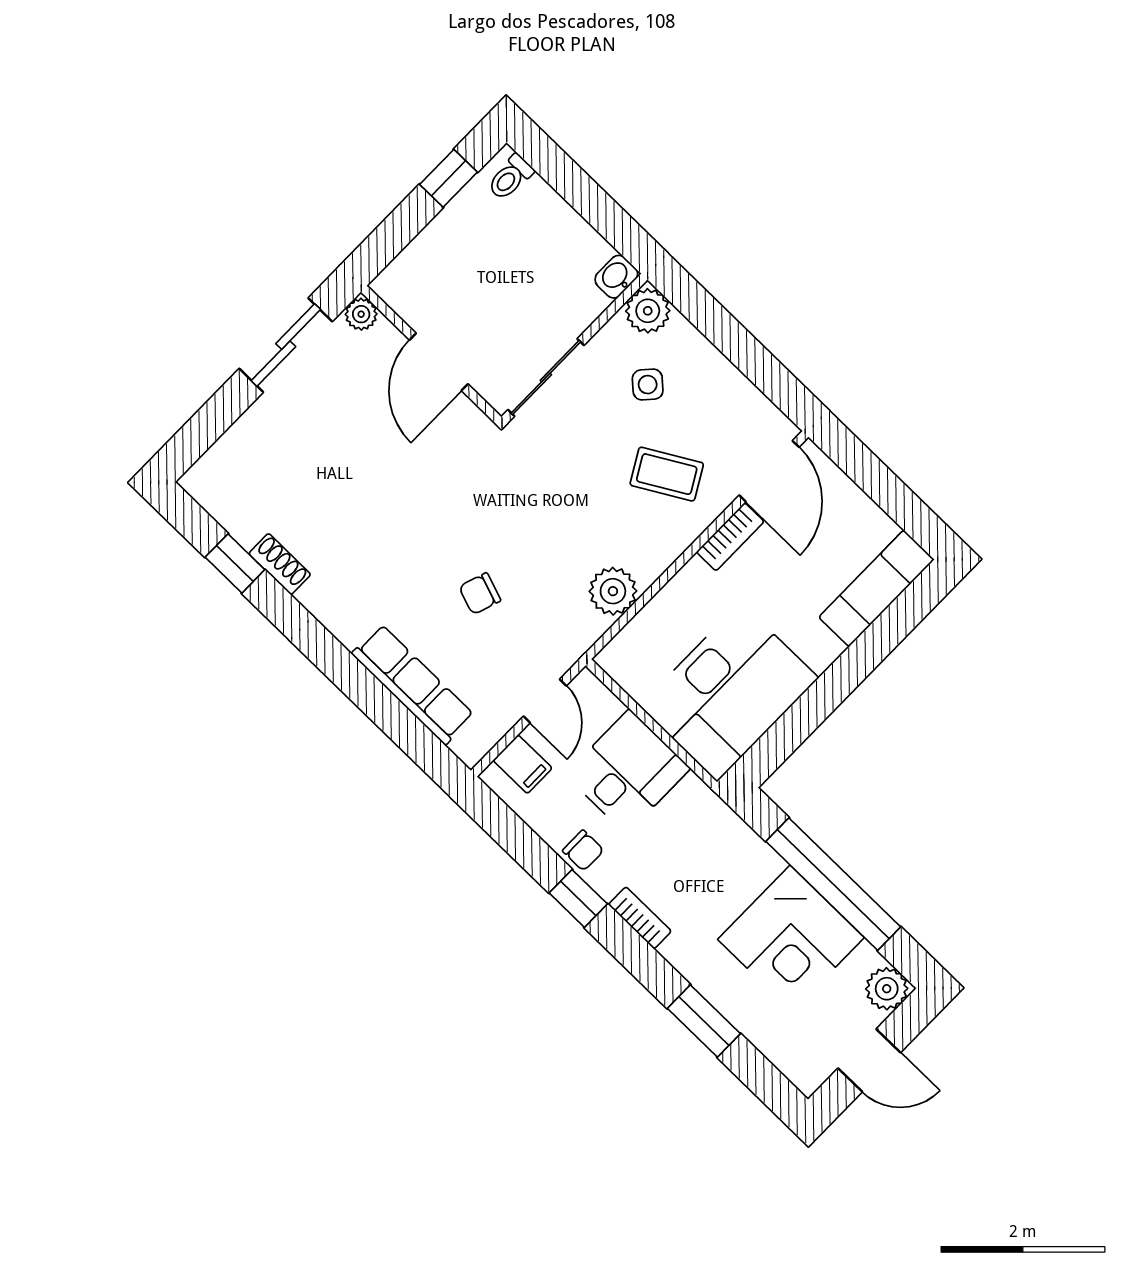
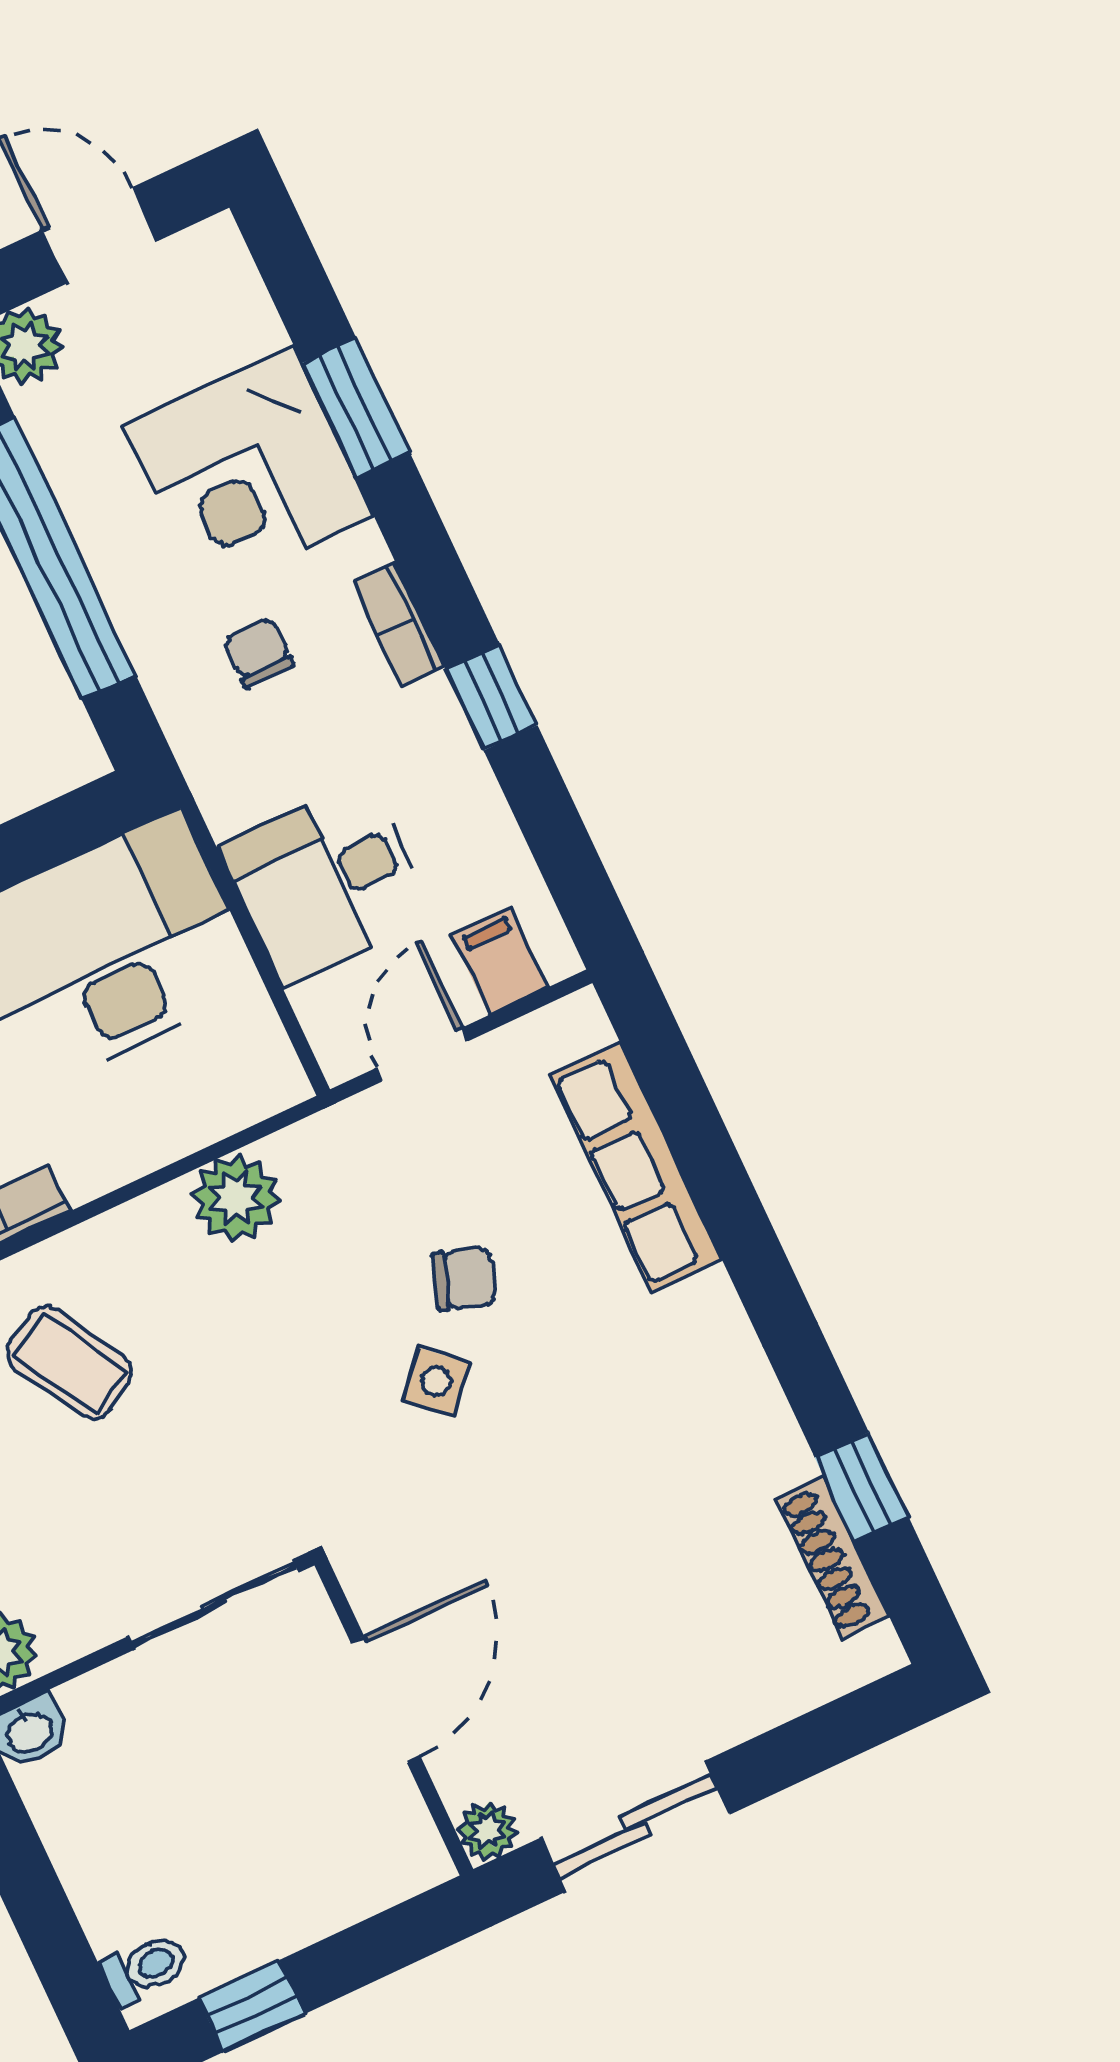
side table: (648, 385) -> (436, 1381), moved
shoe rack: (280, 564) -> (832, 1557), moved, width x1.43
chair: (583, 850) -> (259, 653), moved
corner desk: (791, 938) -> (248, 470), moved, turned 180

